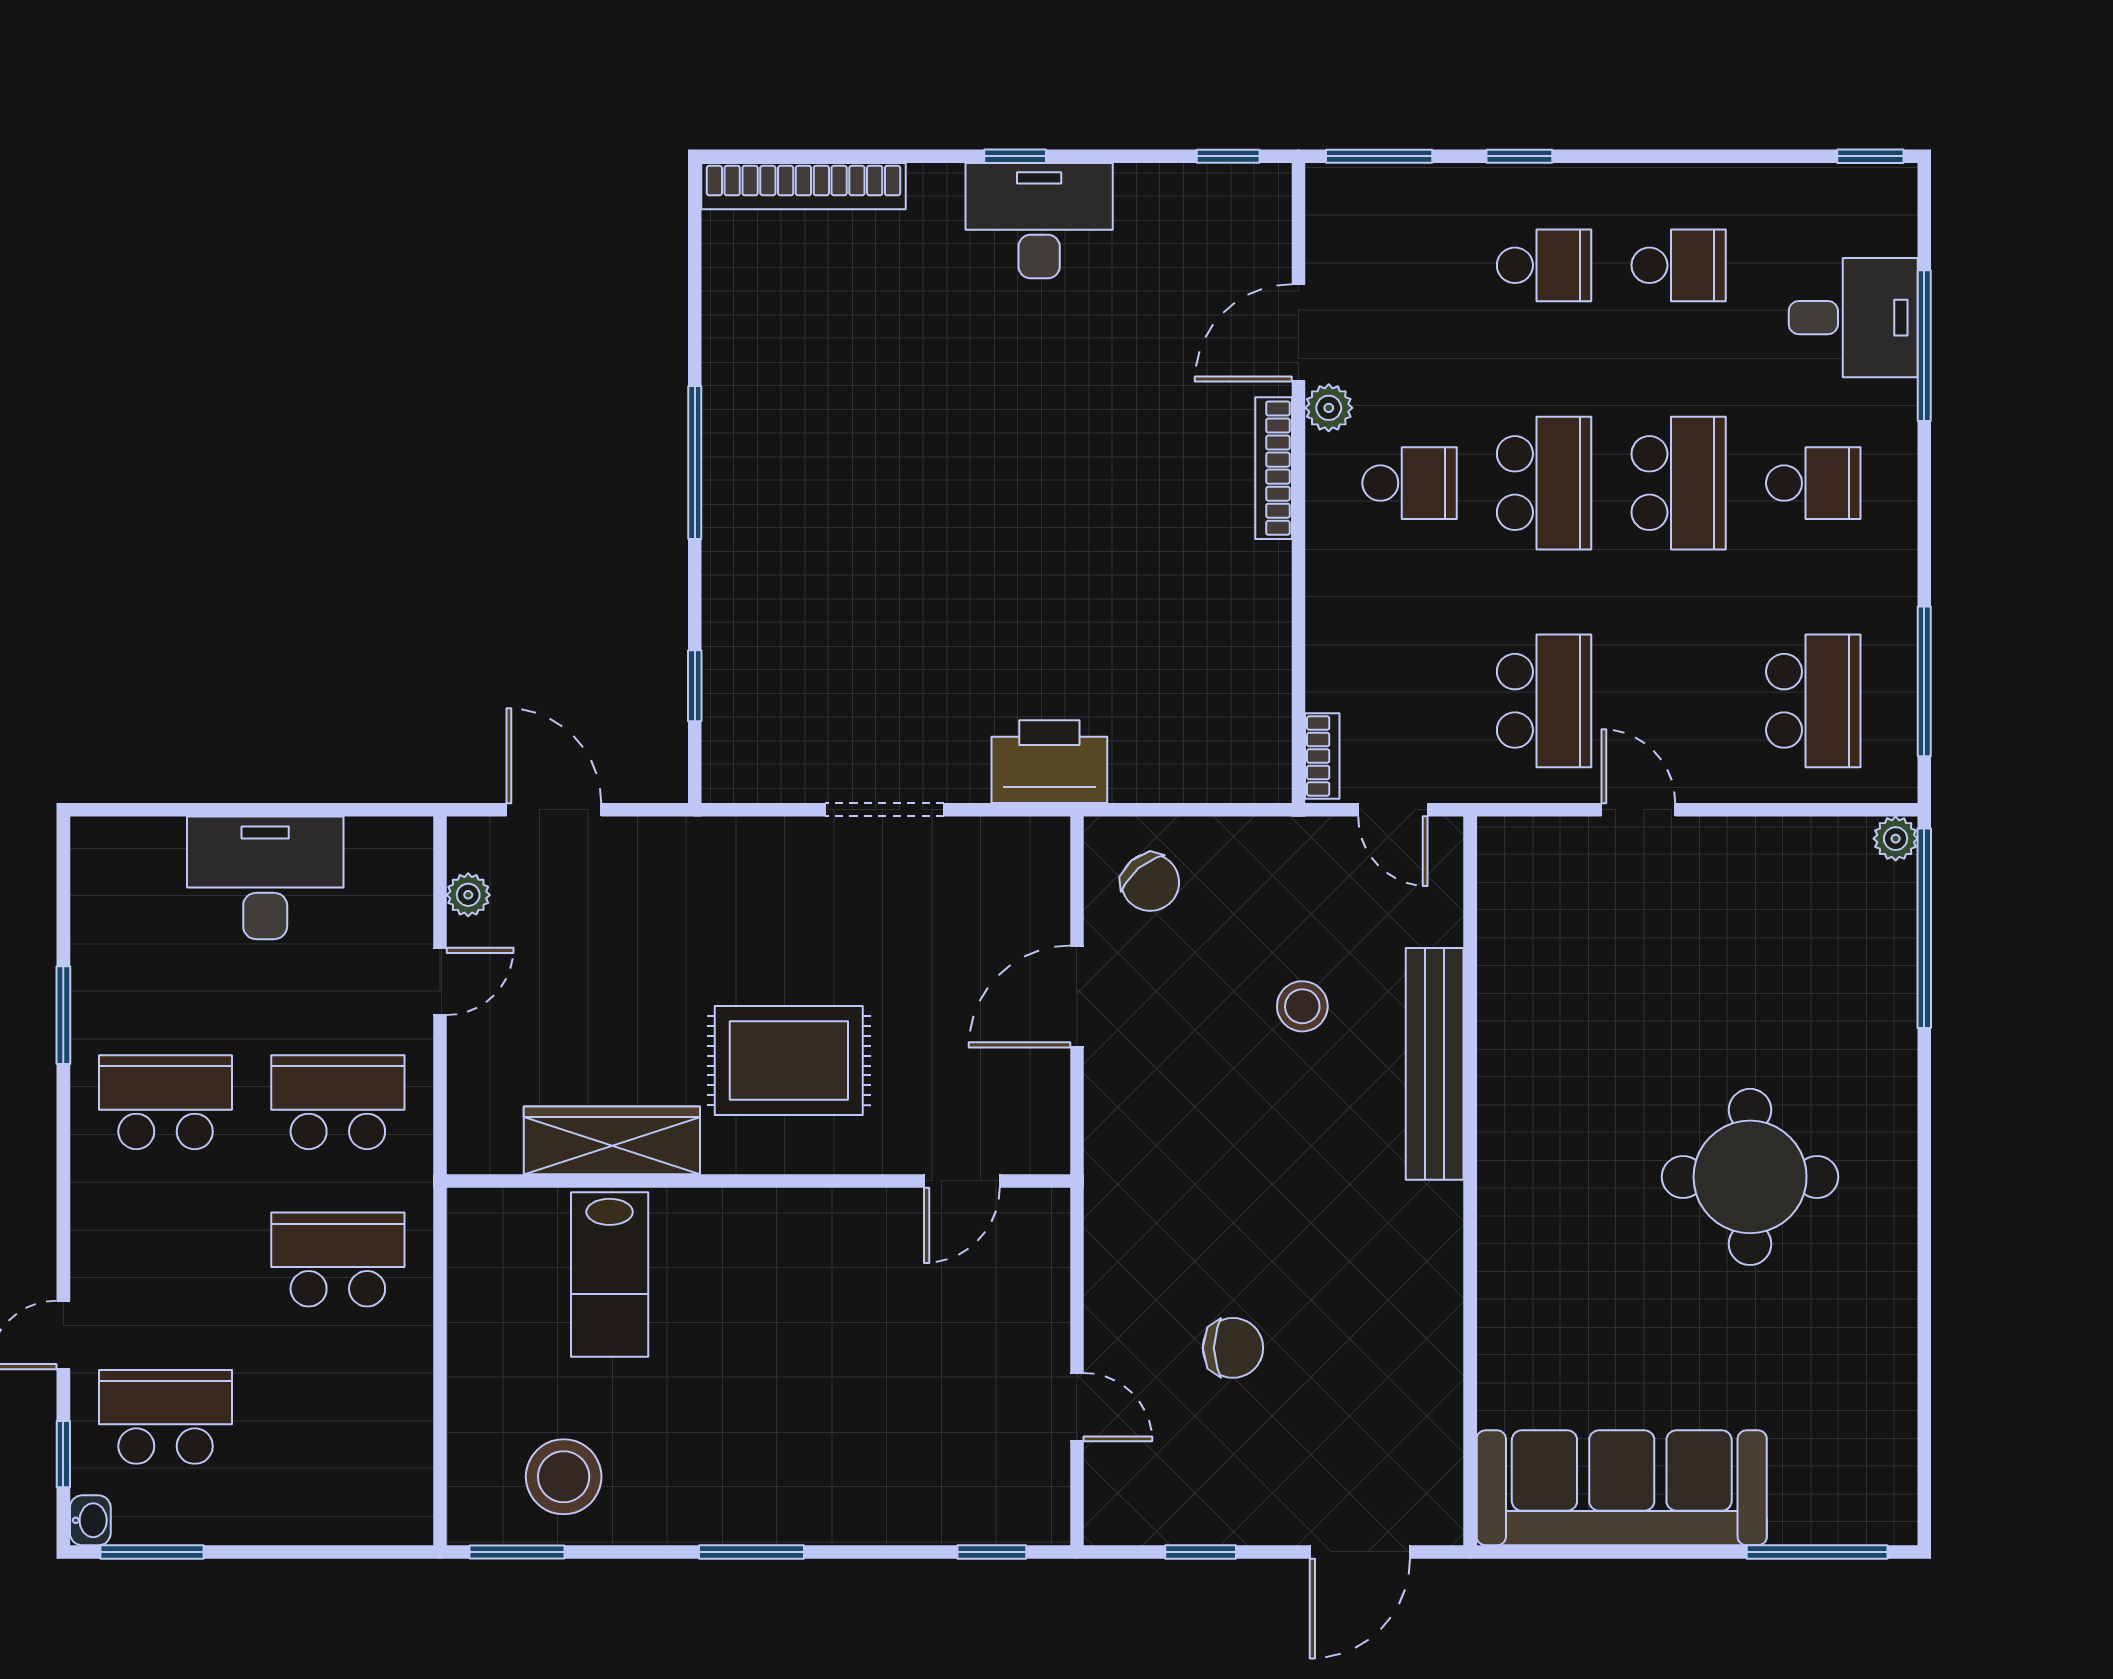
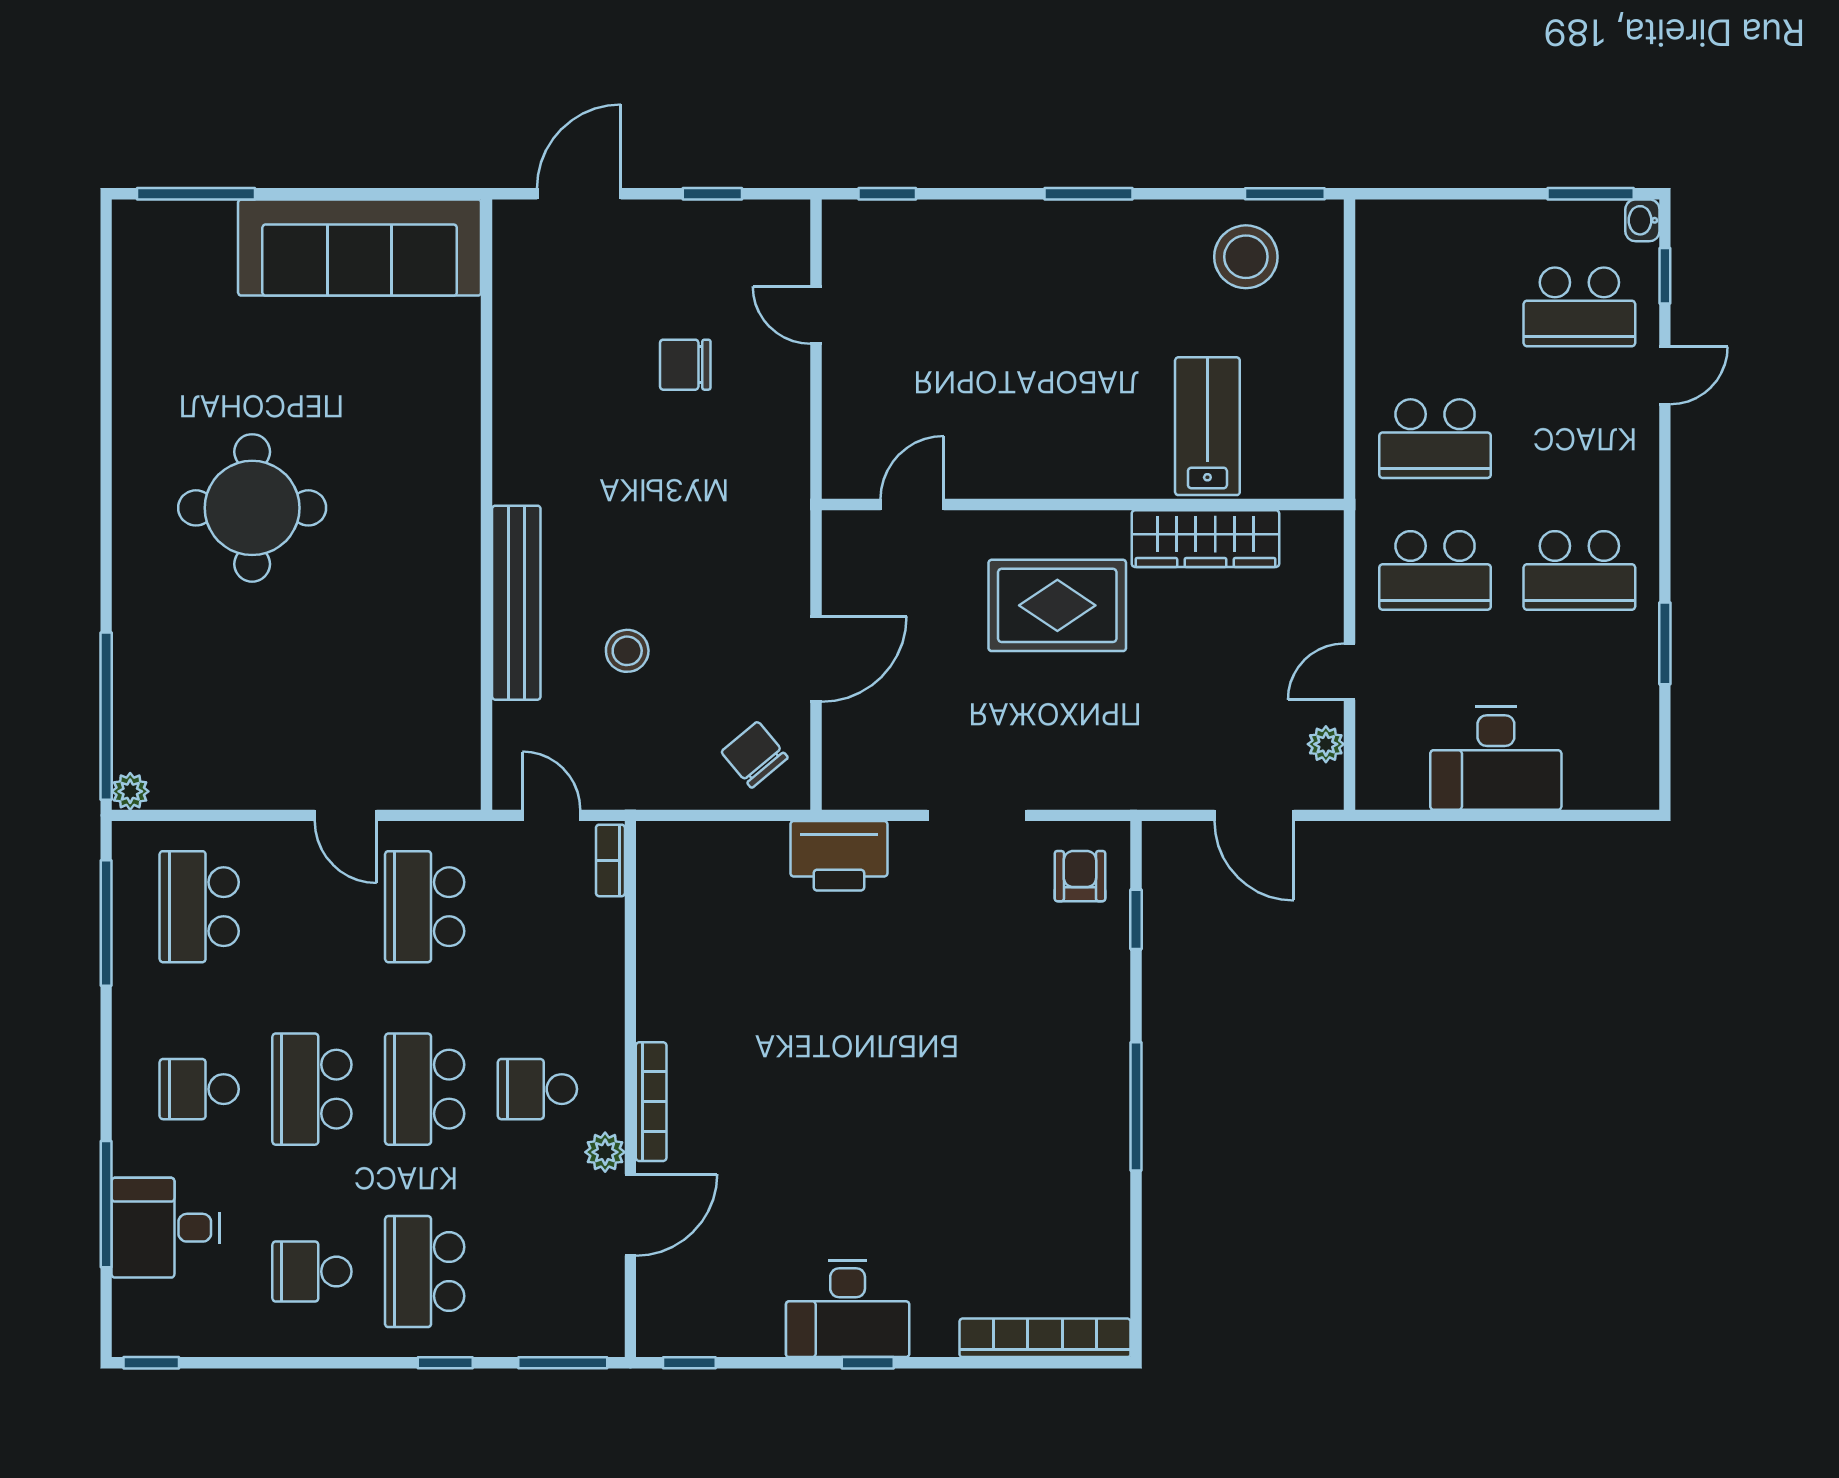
school desk: (1544, 265) -> (425, 1272), width x1.85
armchair: (762, 737) -> (1080, 876), added

